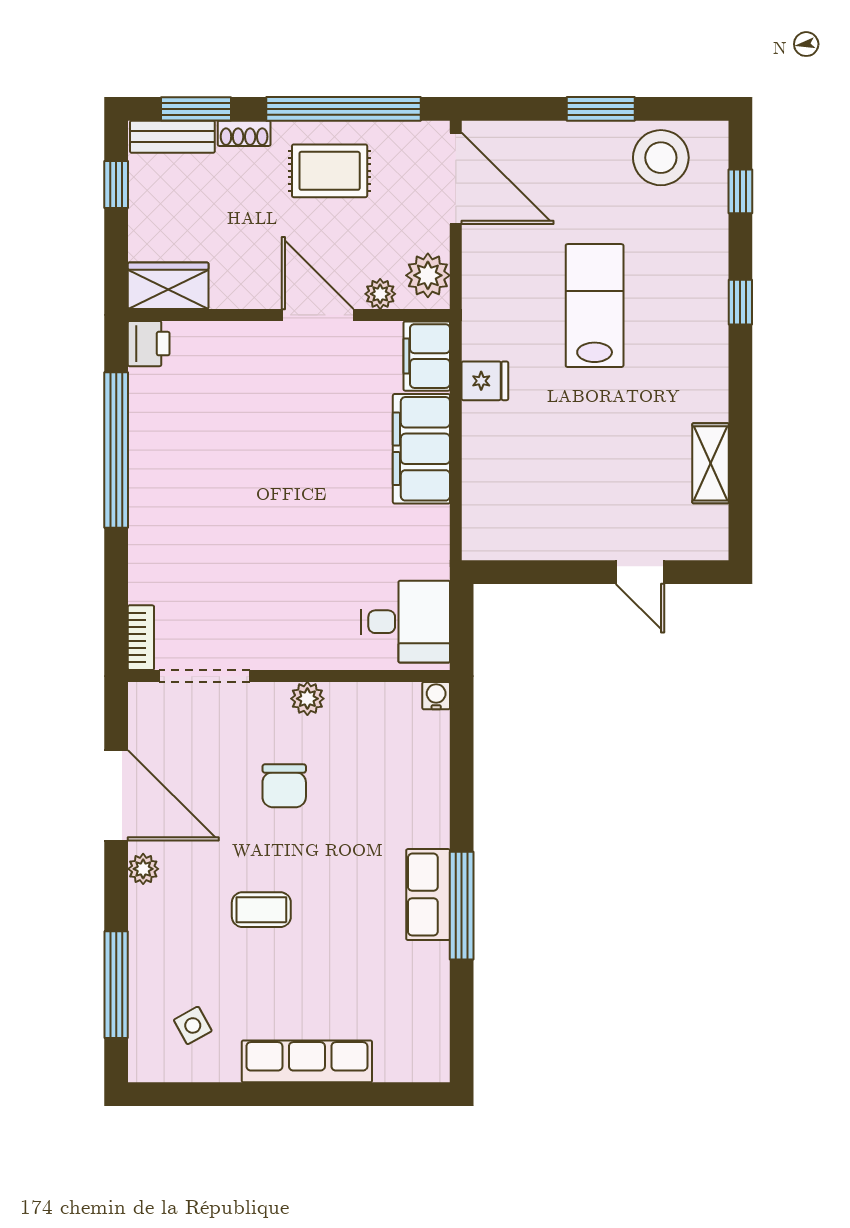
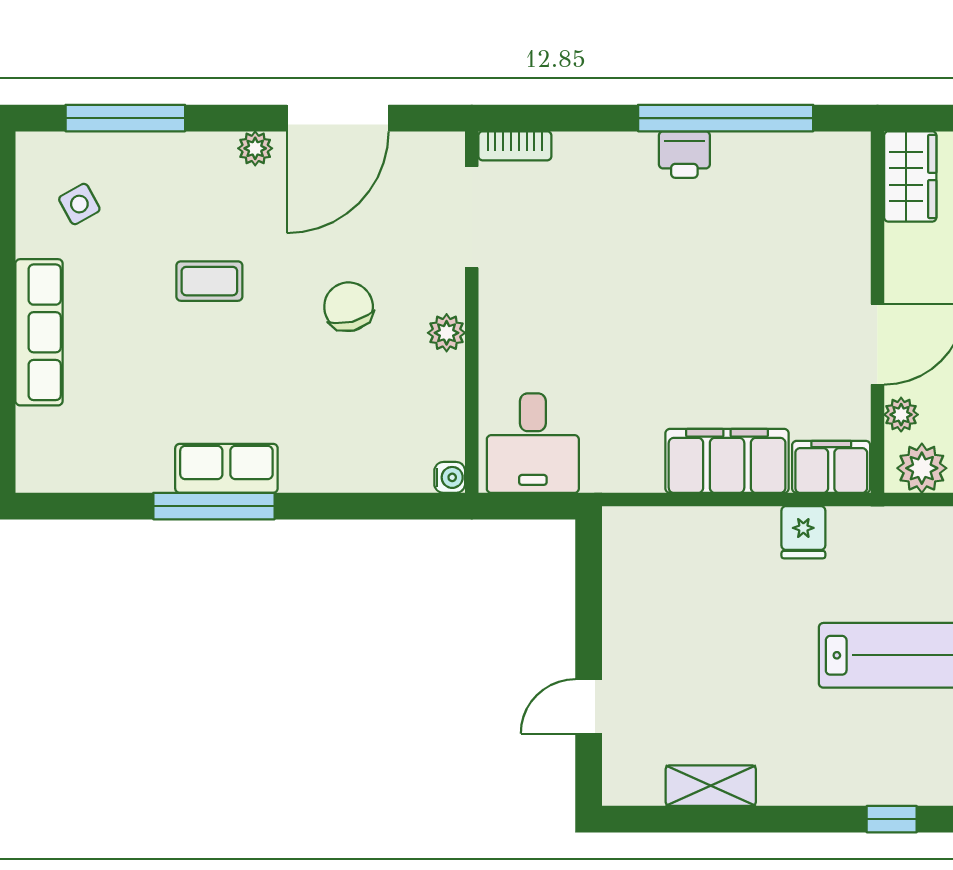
printer: (149, 344) -> (684, 155), moved
chair: (284, 786) -> (349, 307), turned 76
coffee table: (261, 910) -> (209, 281), turned 90

